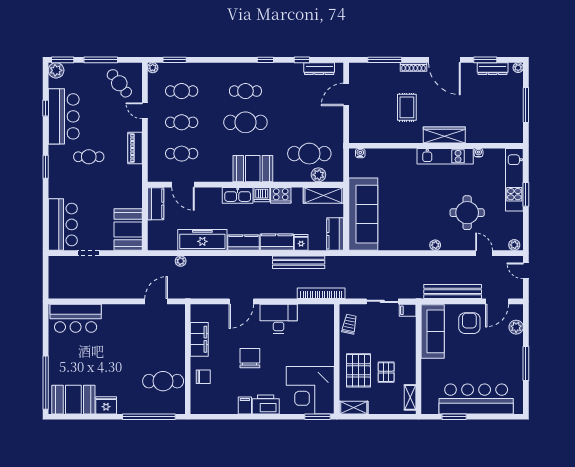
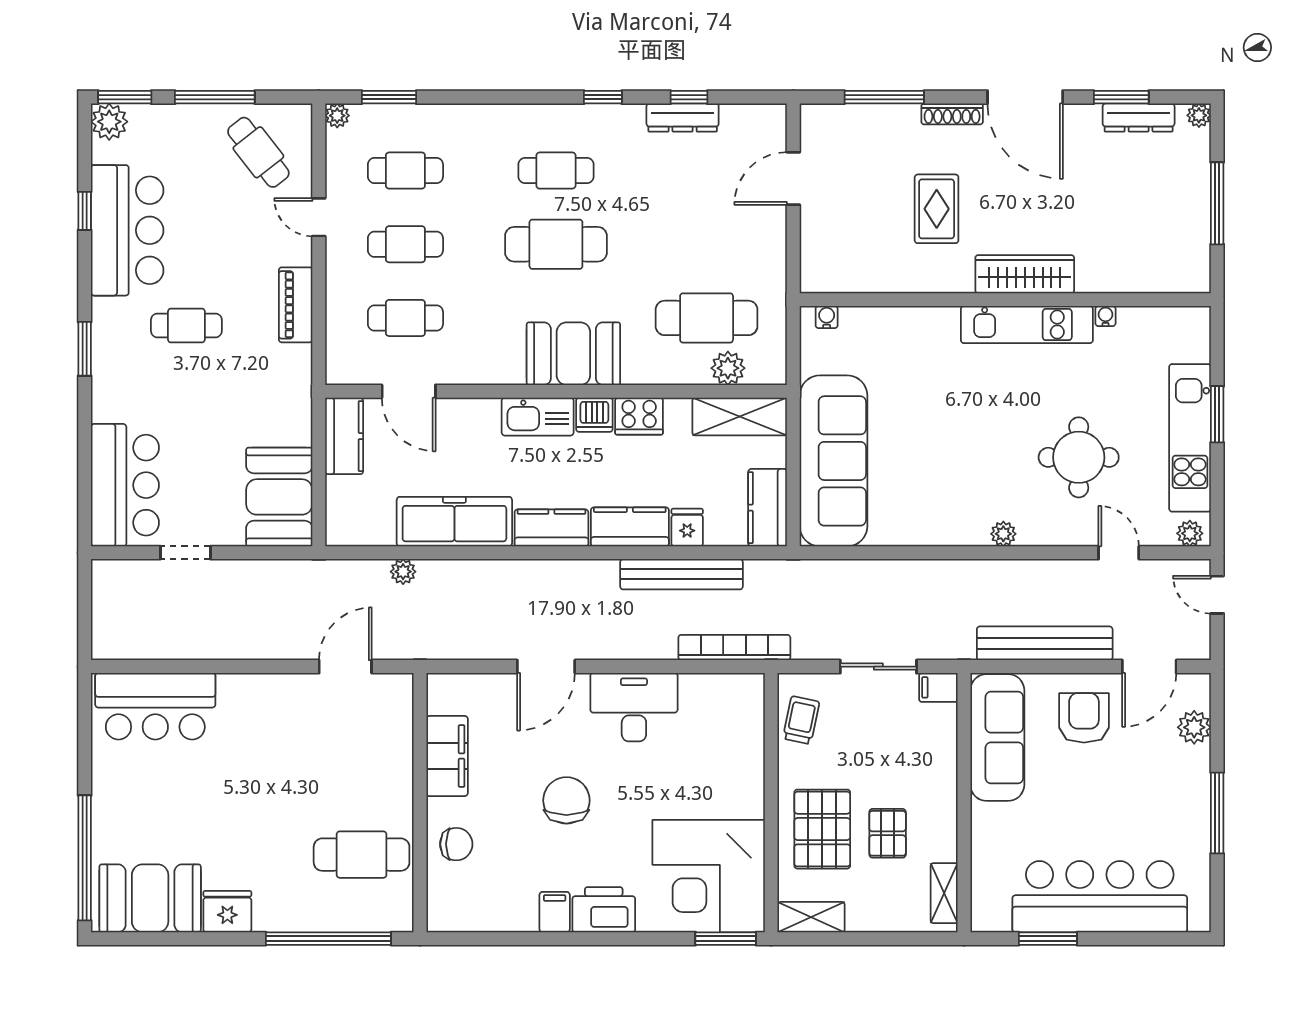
dresser: (319, 69) -> (683, 118), moved
kitchen unit: (514, 180) -> (1190, 438), moved

